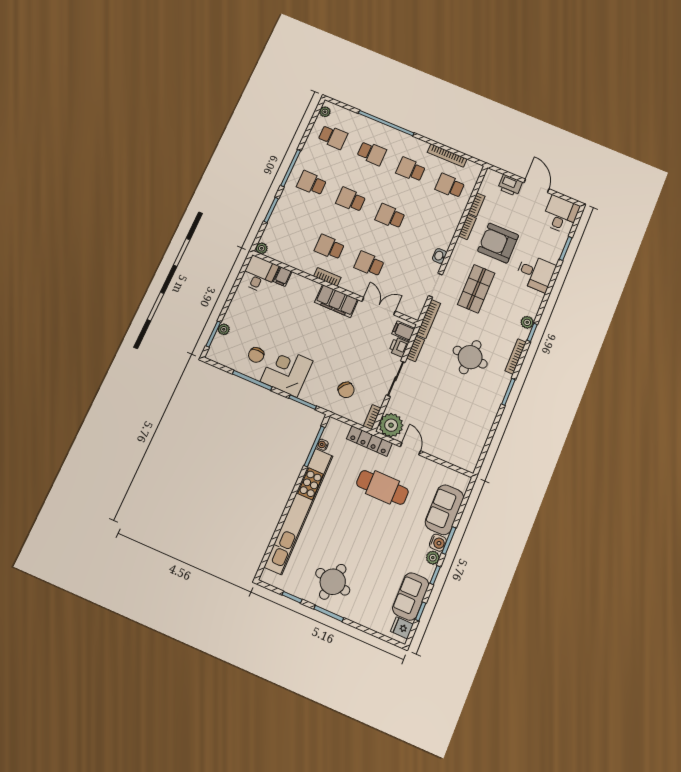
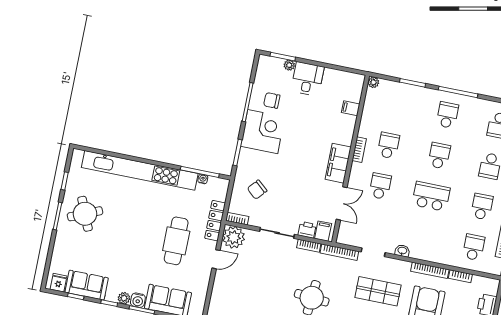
school desk: (390, 216) -> (431, 196), width x1.85
bookcase: (467, 227) -> (430, 270), width x1.56
desk: (259, 274) -> (308, 79), moved, turned -90
round table: (333, 582) -> (85, 214), turned -34

